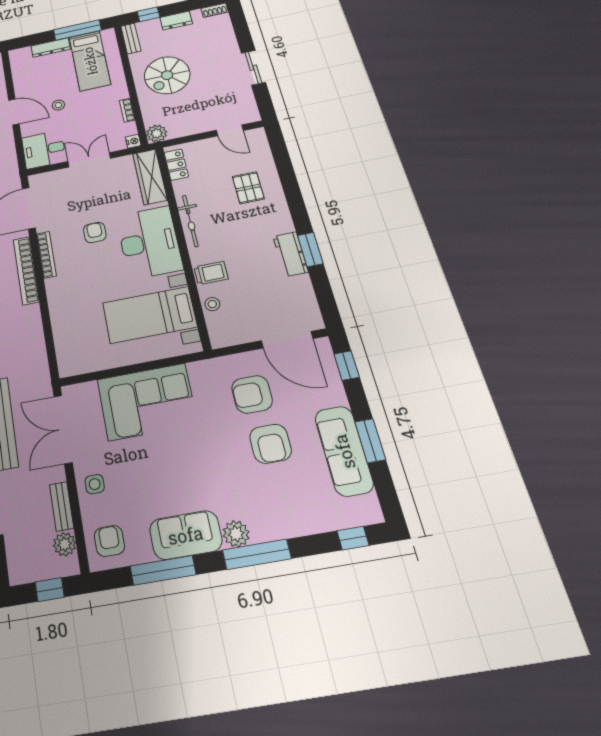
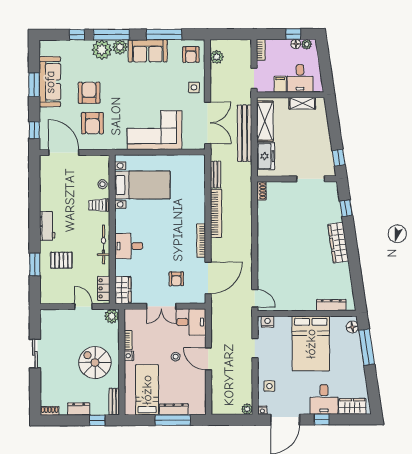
window: (77, 30) -> (173, 420), moved
spiral stairs: (167, 75) -> (95, 363), turned -90
door: (230, 130) -> (83, 306), moved
nightstand: (133, 141) -> (129, 356), moved
wardrobe: (150, 177) -> (123, 290), width x0.67
pallet: (248, 188) -> (61, 260), turned 90
armchair: (95, 232) -> (176, 279), moved
desk: (149, 242) -> (129, 246), width x0.53, depth x0.77
window: (310, 249) -> (35, 264), moved
workbench: (290, 254) -> (47, 226), moved
bookcase: (26, 270) -> (216, 213), moved
armchair: (252, 394) -> (92, 123), turned 90
bench: (62, 506) -> (215, 175), moved
plant: (267, 523) -> (102, 50), added
window: (353, 538) -> (77, 35), moved
window: (50, 590) -> (229, 34), removed

